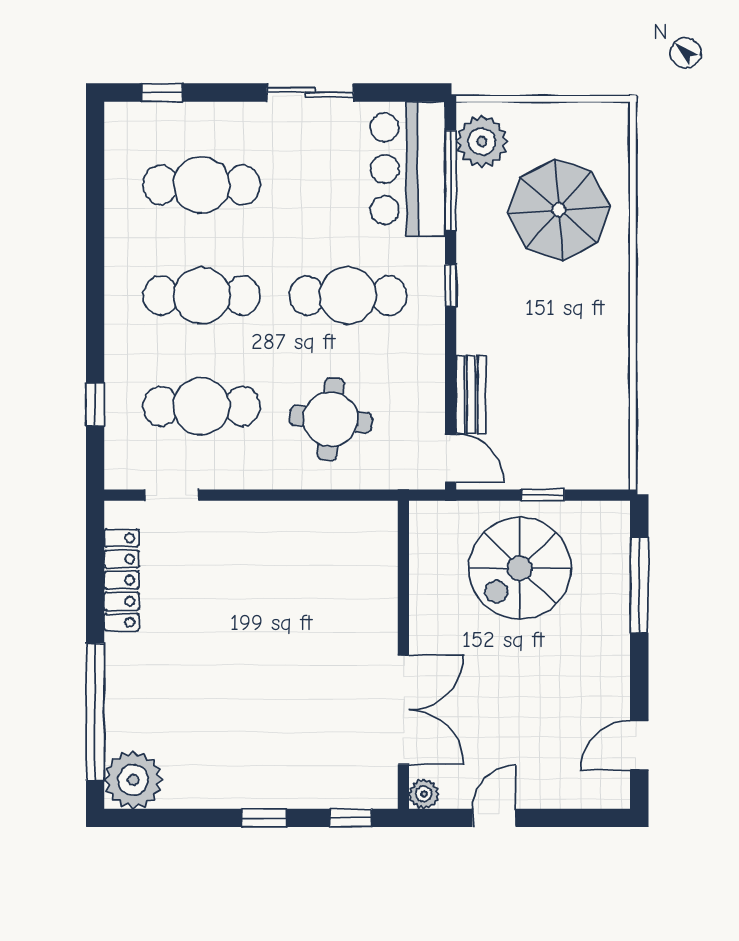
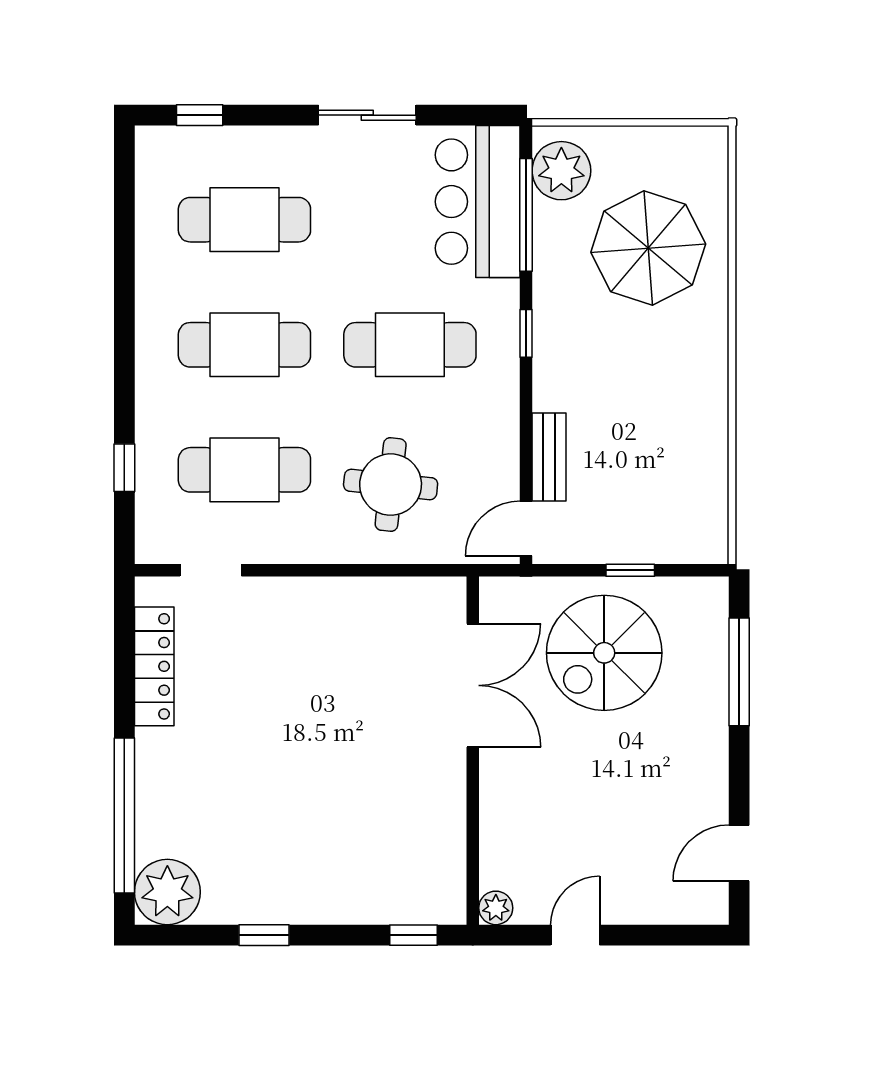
door: (451, 458) -> (526, 528), swing flipped
double door: (403, 710) -> (473, 685), moved
window: (264, 818) -> (264, 935), moved

